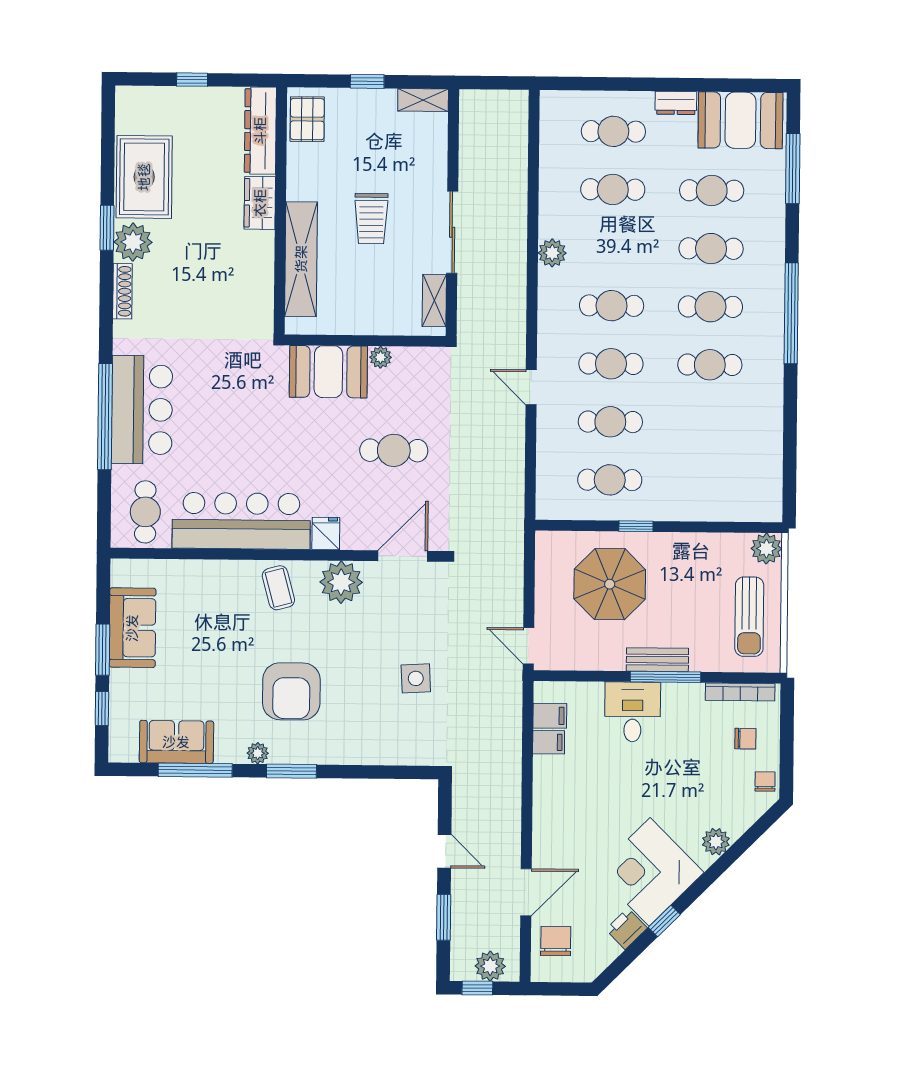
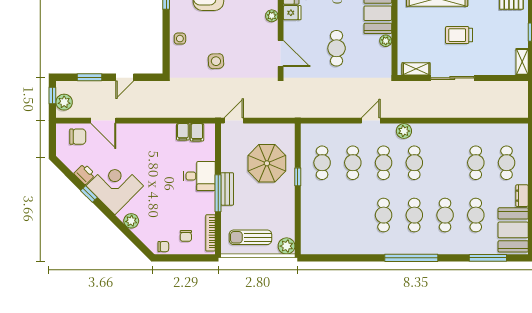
plant: (552, 253) -> (404, 131), moved
plant: (341, 582) -> (272, 16), width x0.53, depth x0.53
side table: (372, 746) -> (180, 39), added

